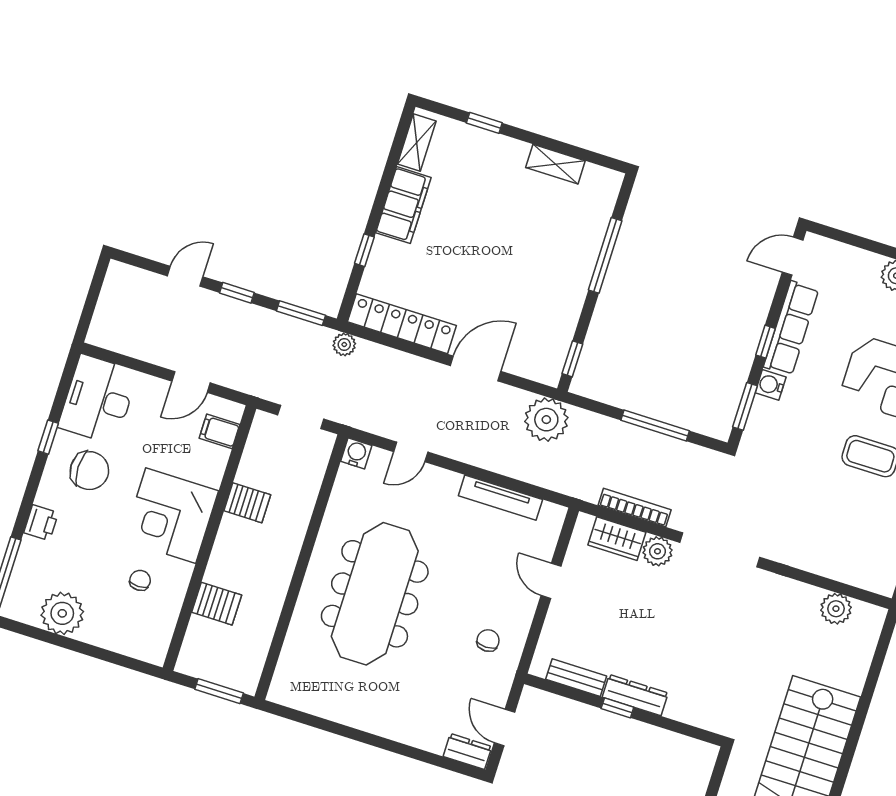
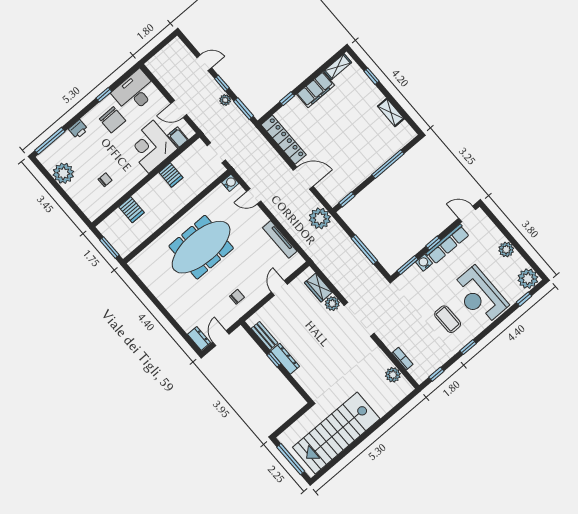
plant: (344, 344) -> (225, 100), moved
bookcase: (635, 508) -> (402, 359), moved, width x0.64
corner desk: (171, 516) -> (151, 147), moved

